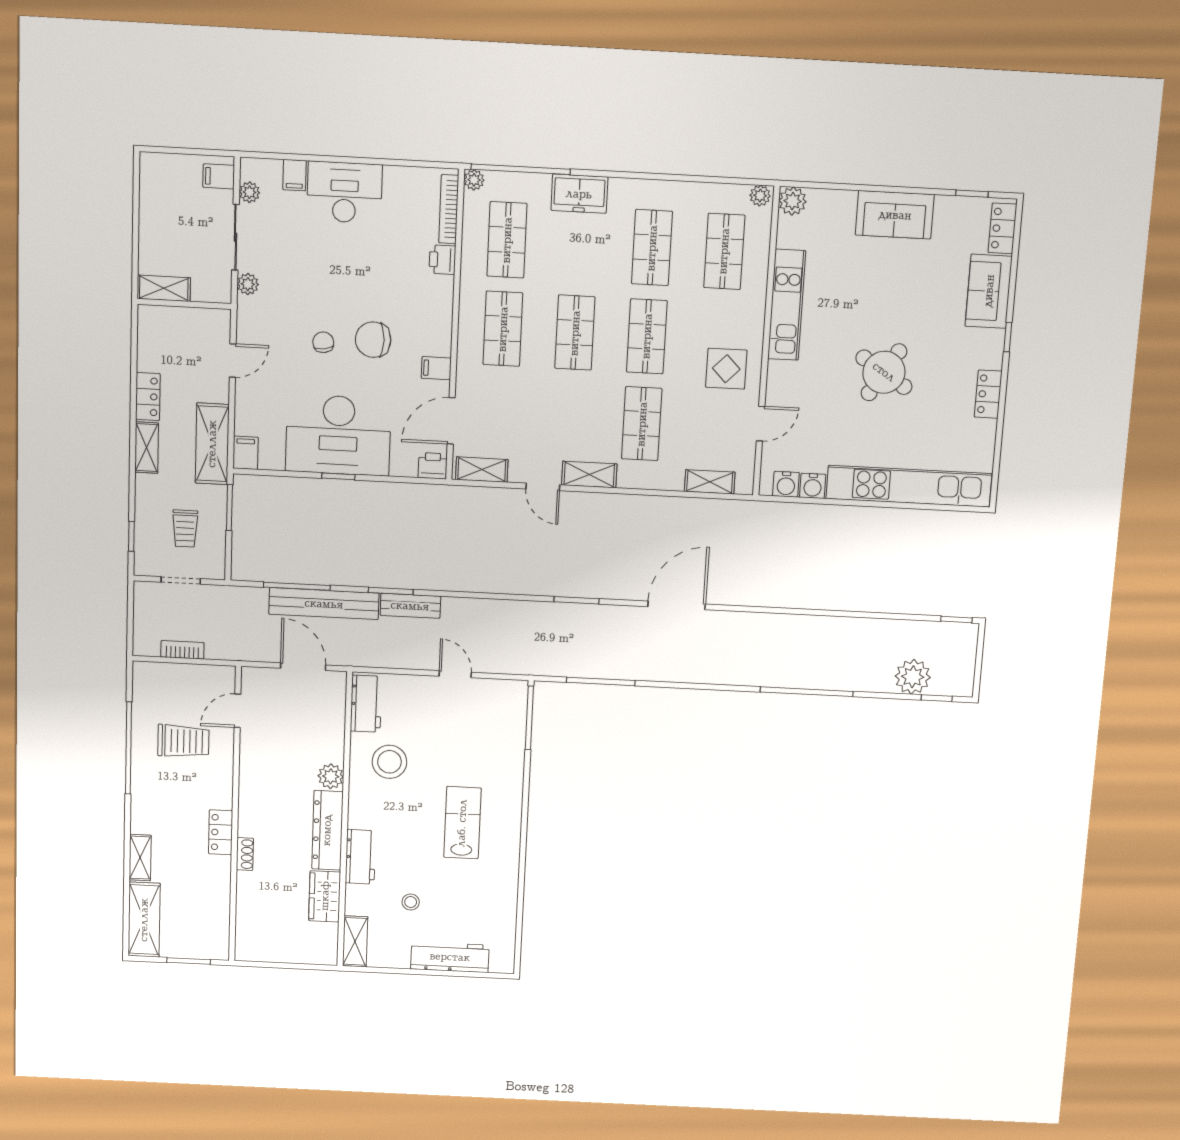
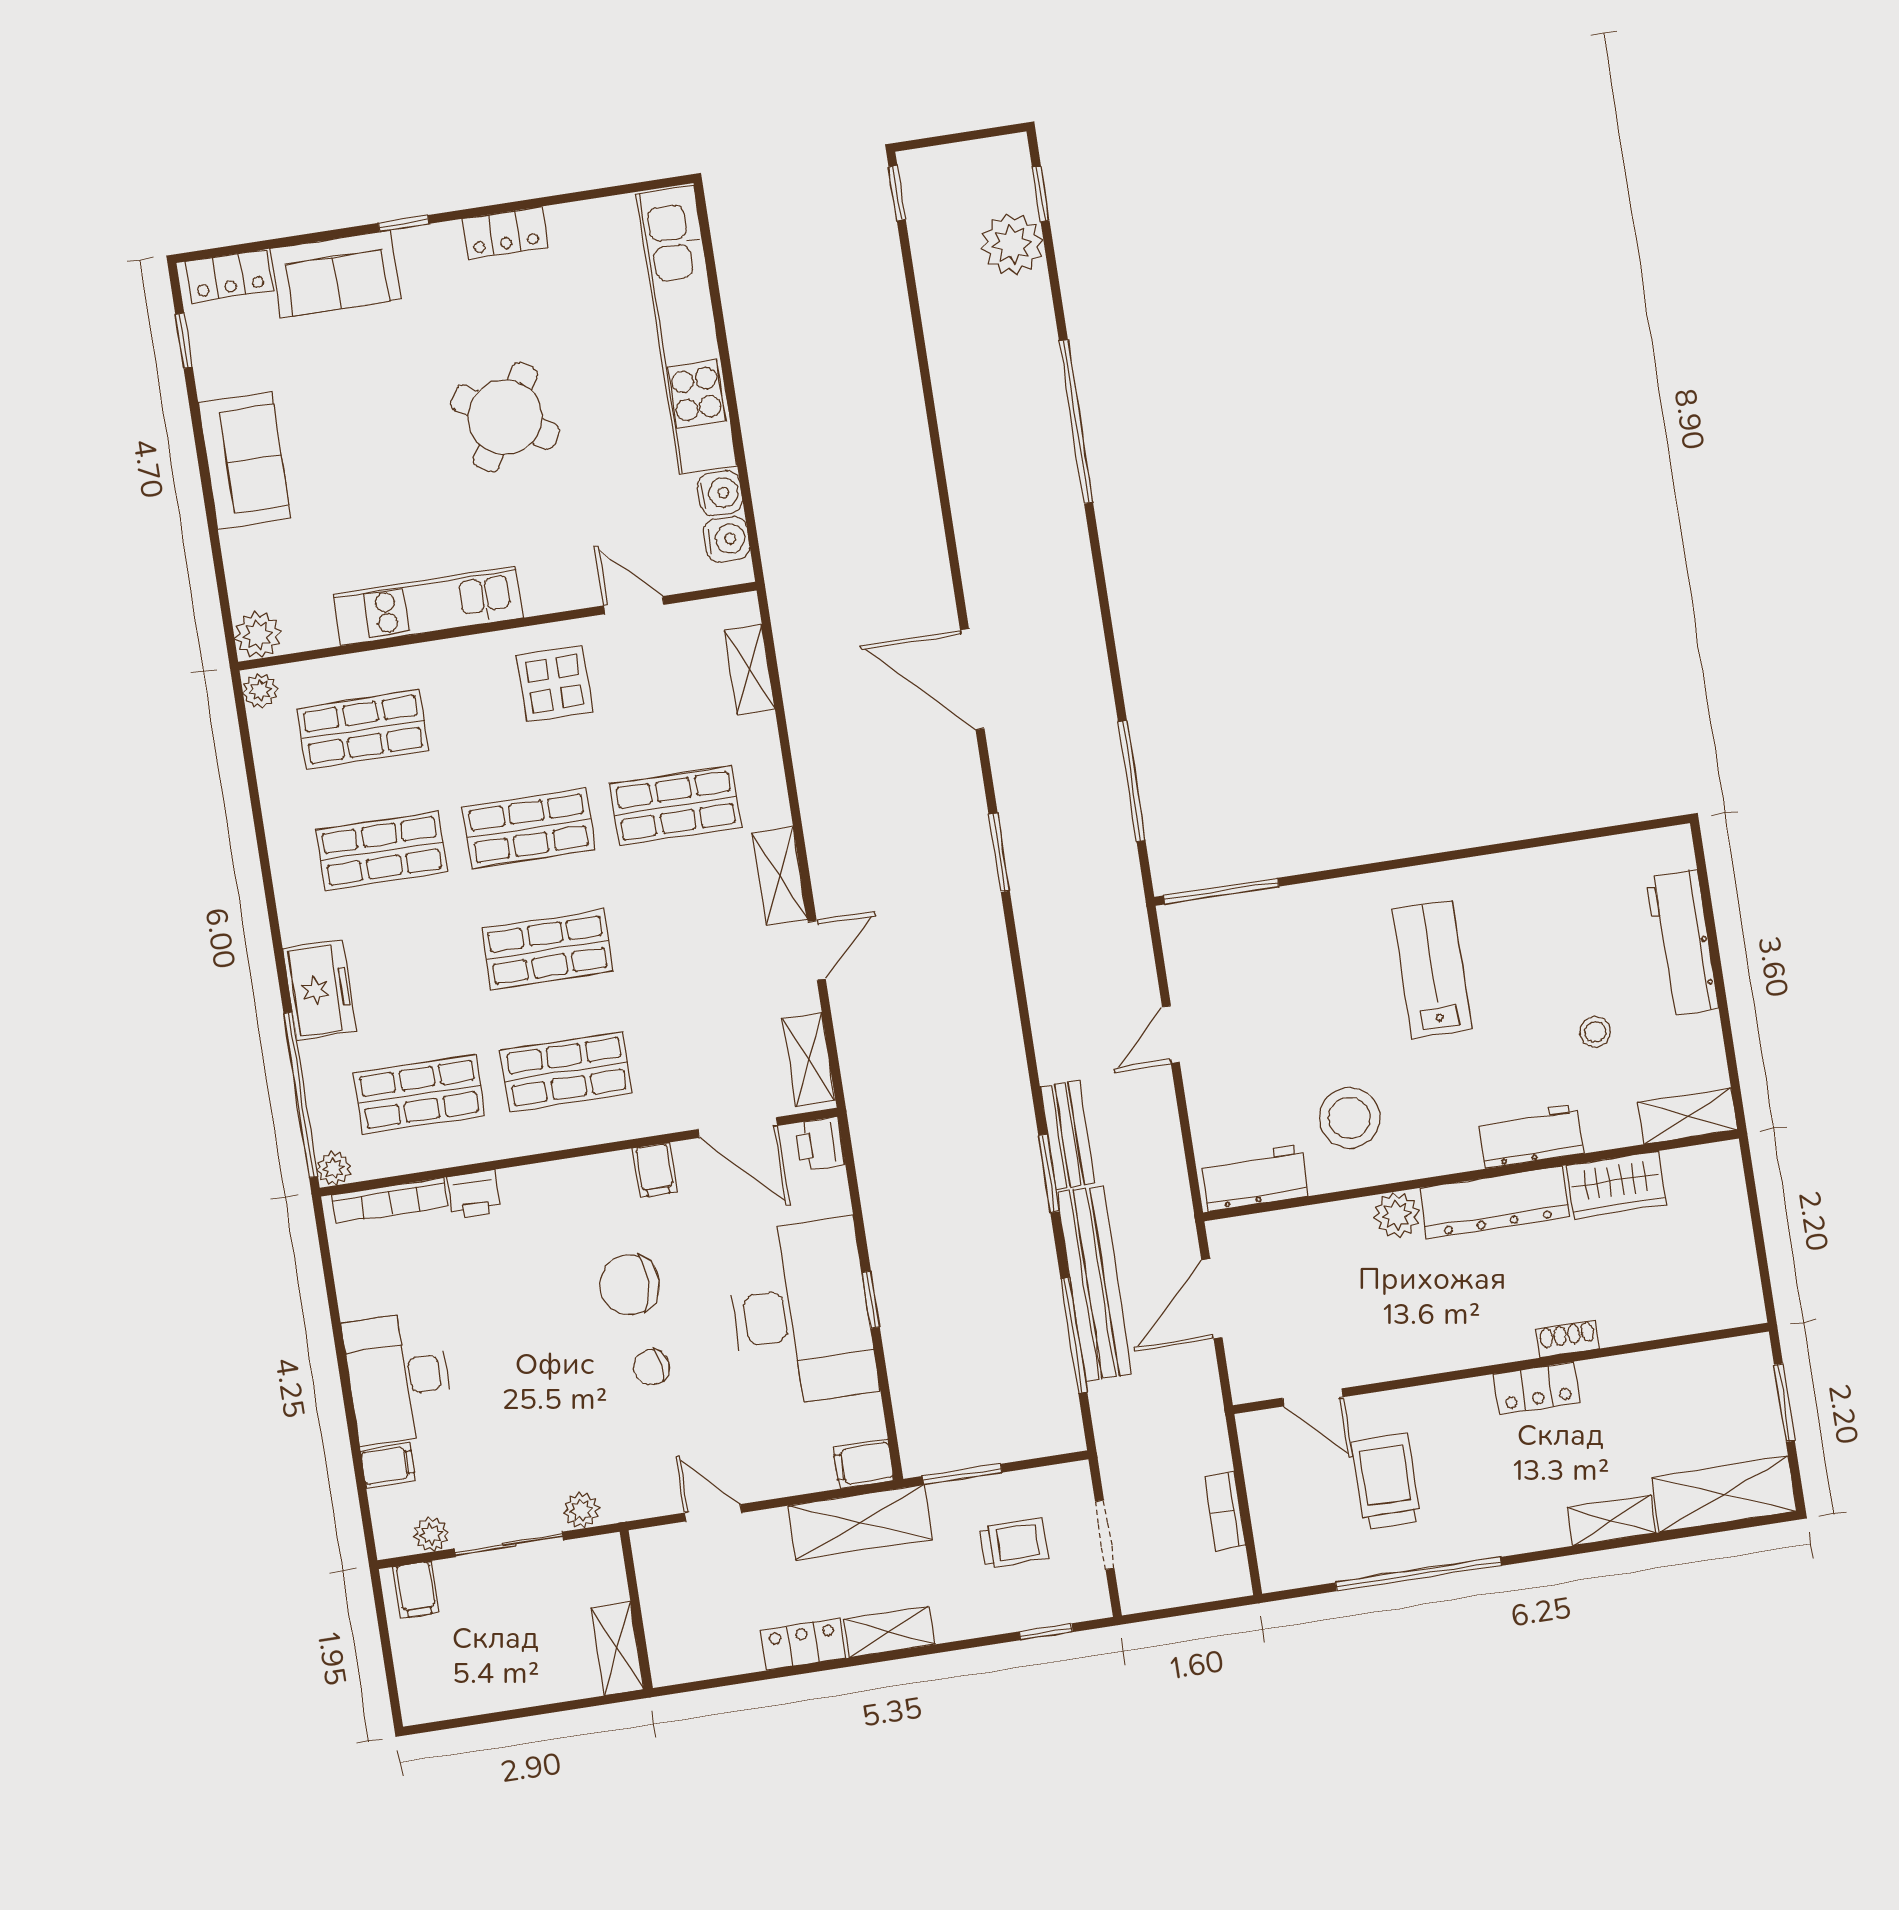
chair: (373, 340) -> (630, 1285), turned 92
lab bench: (462, 823) -> (1432, 970), turned 90

